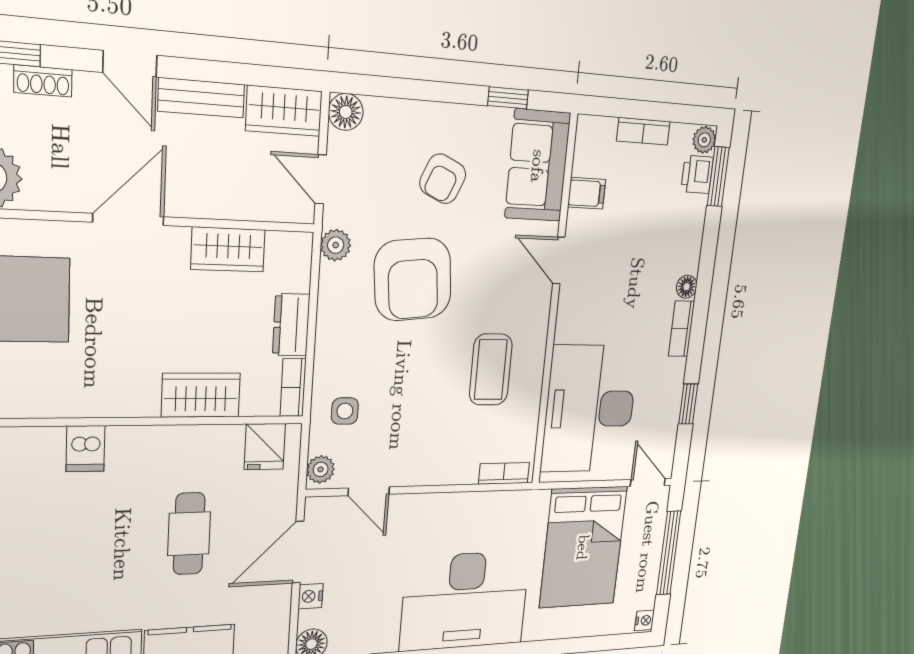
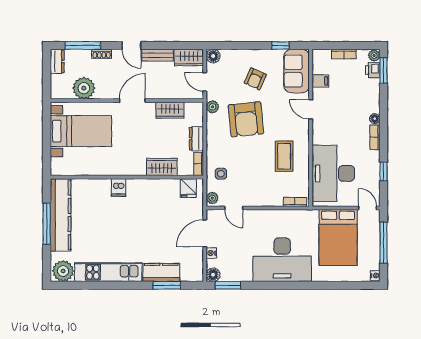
cafe table: (189, 534) -> (159, 223), removed

